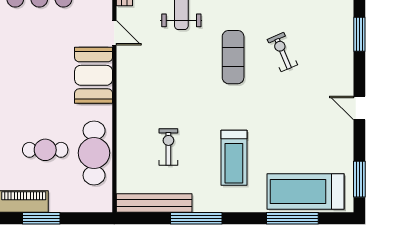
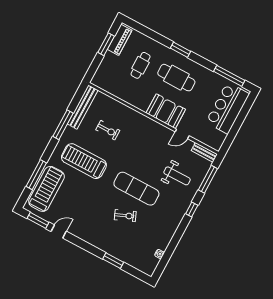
exercise mat: (233, 57) -> (136, 189), width x1.36, depth x1.45
door: (359, 108) -> (59, 231), moved
cafe table: (94, 153) -> (176, 78), moved
treadmill: (234, 158) -> (84, 161), width x1.37, depth x1.38

